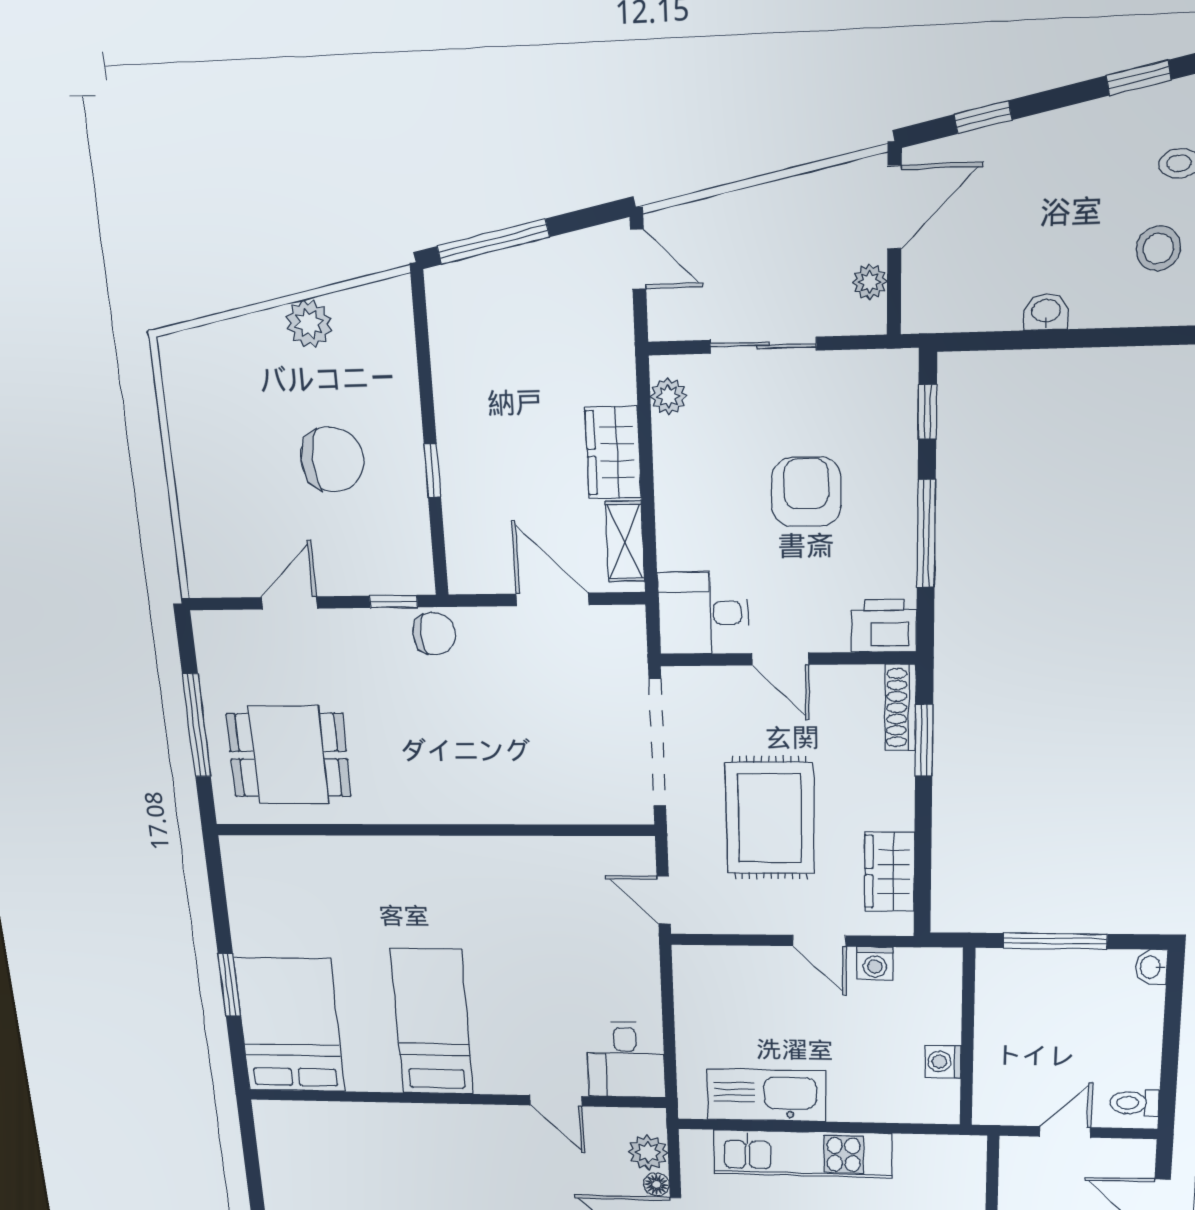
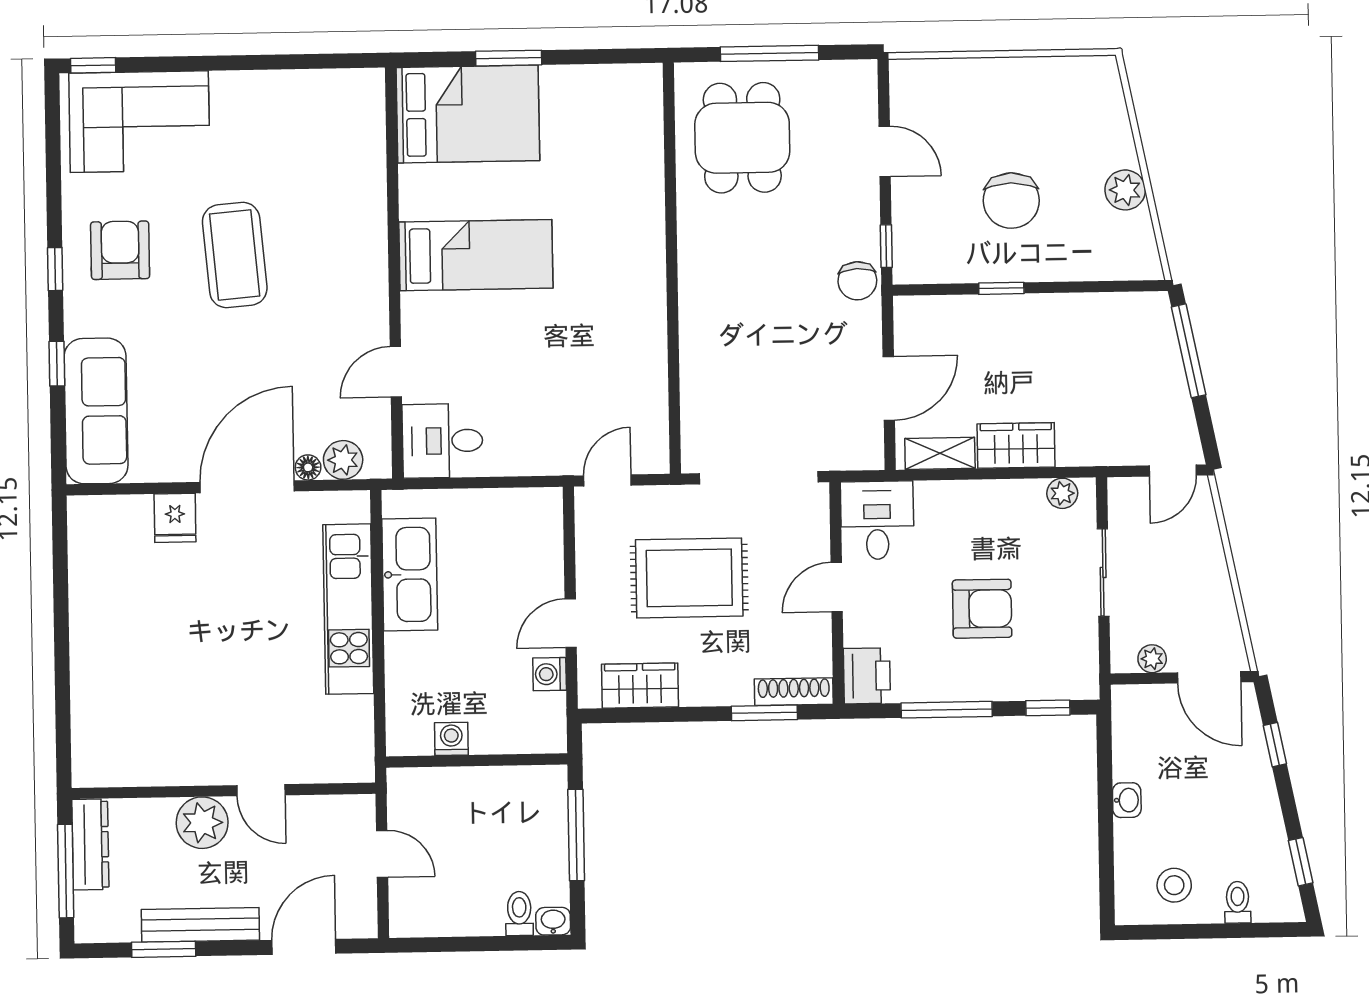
toilet: (1134, 1103) -> (519, 914), moved

